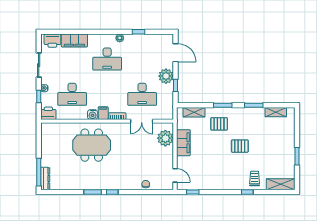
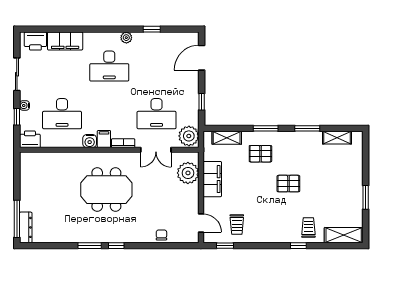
door: (176, 53) -> (202, 58), swing flipped
plant: (166, 76) -> (189, 136), moved
meeting table: (92, 145) -> (106, 190), moved
trolley: (202, 176) -> (237, 224), added

